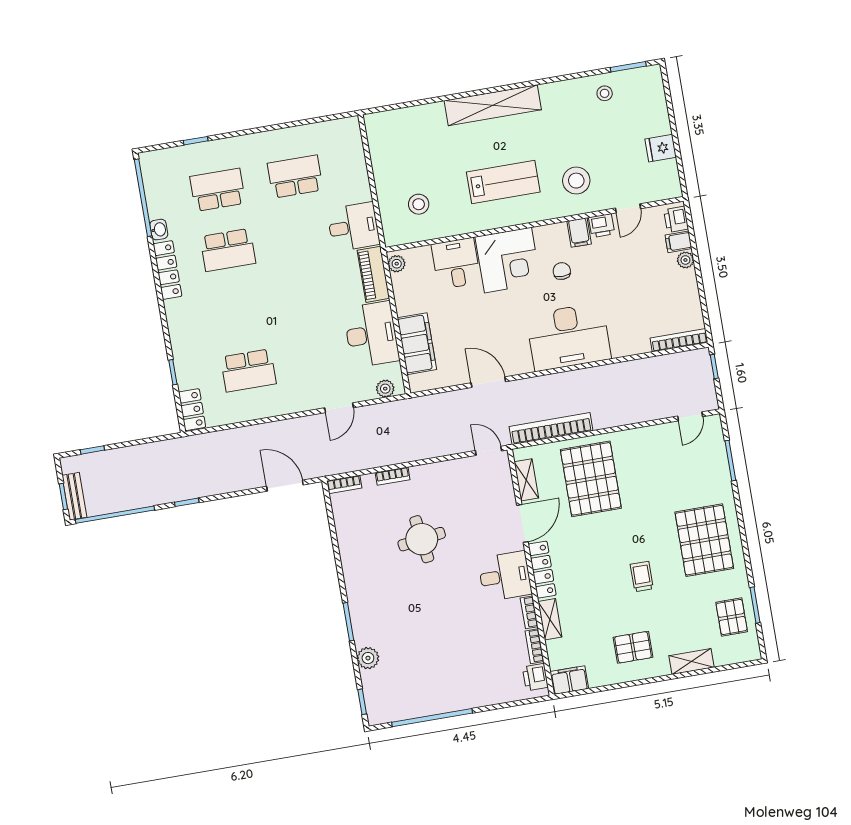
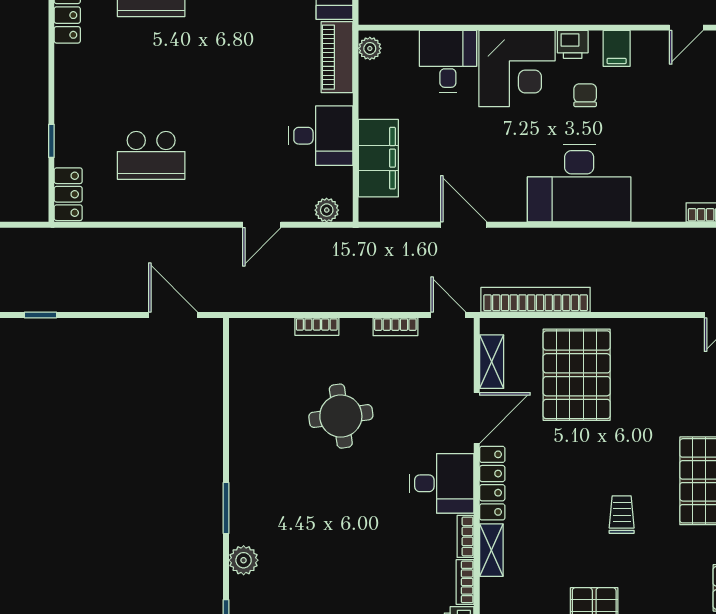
printer: (602, 226) -> (573, 44), moved
desk: (371, 334) -> (321, 136), width x0.73
bookcase: (344, 484) -> (395, 327), moved

